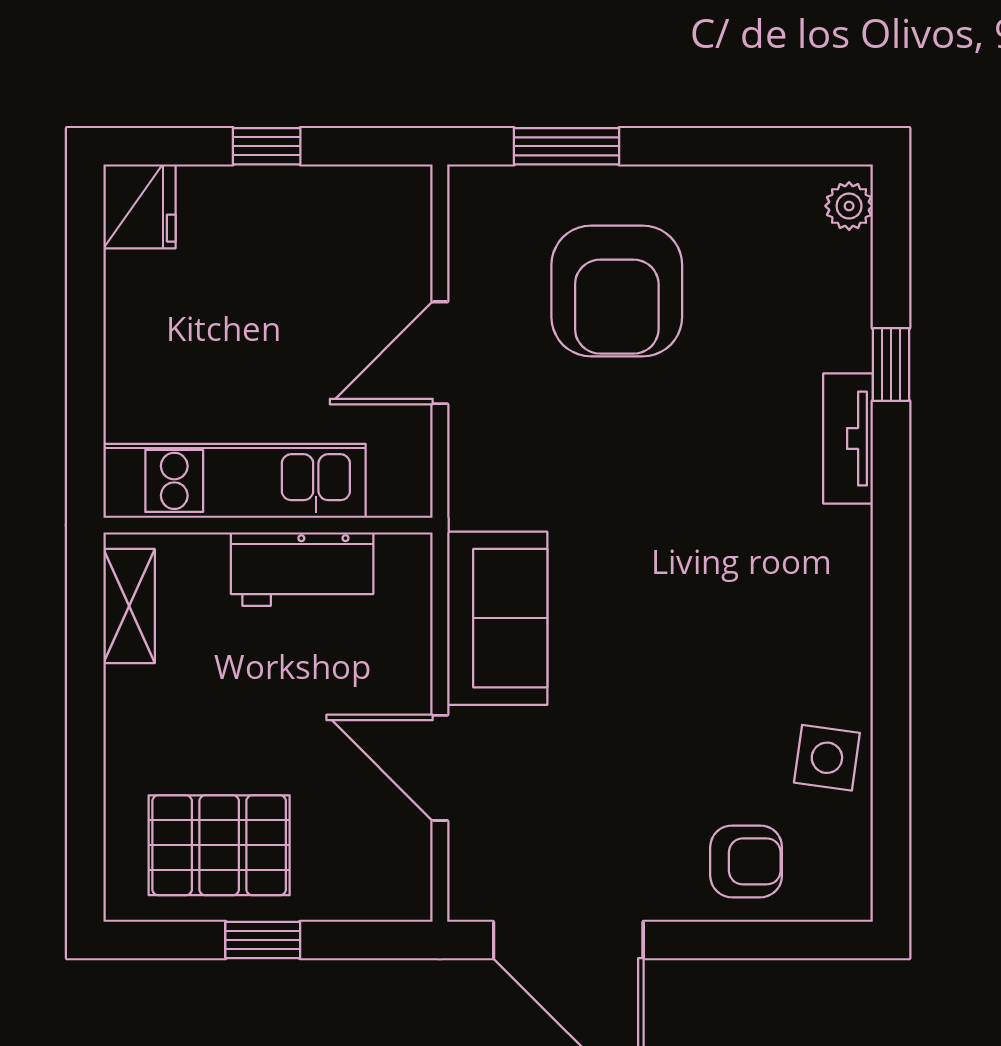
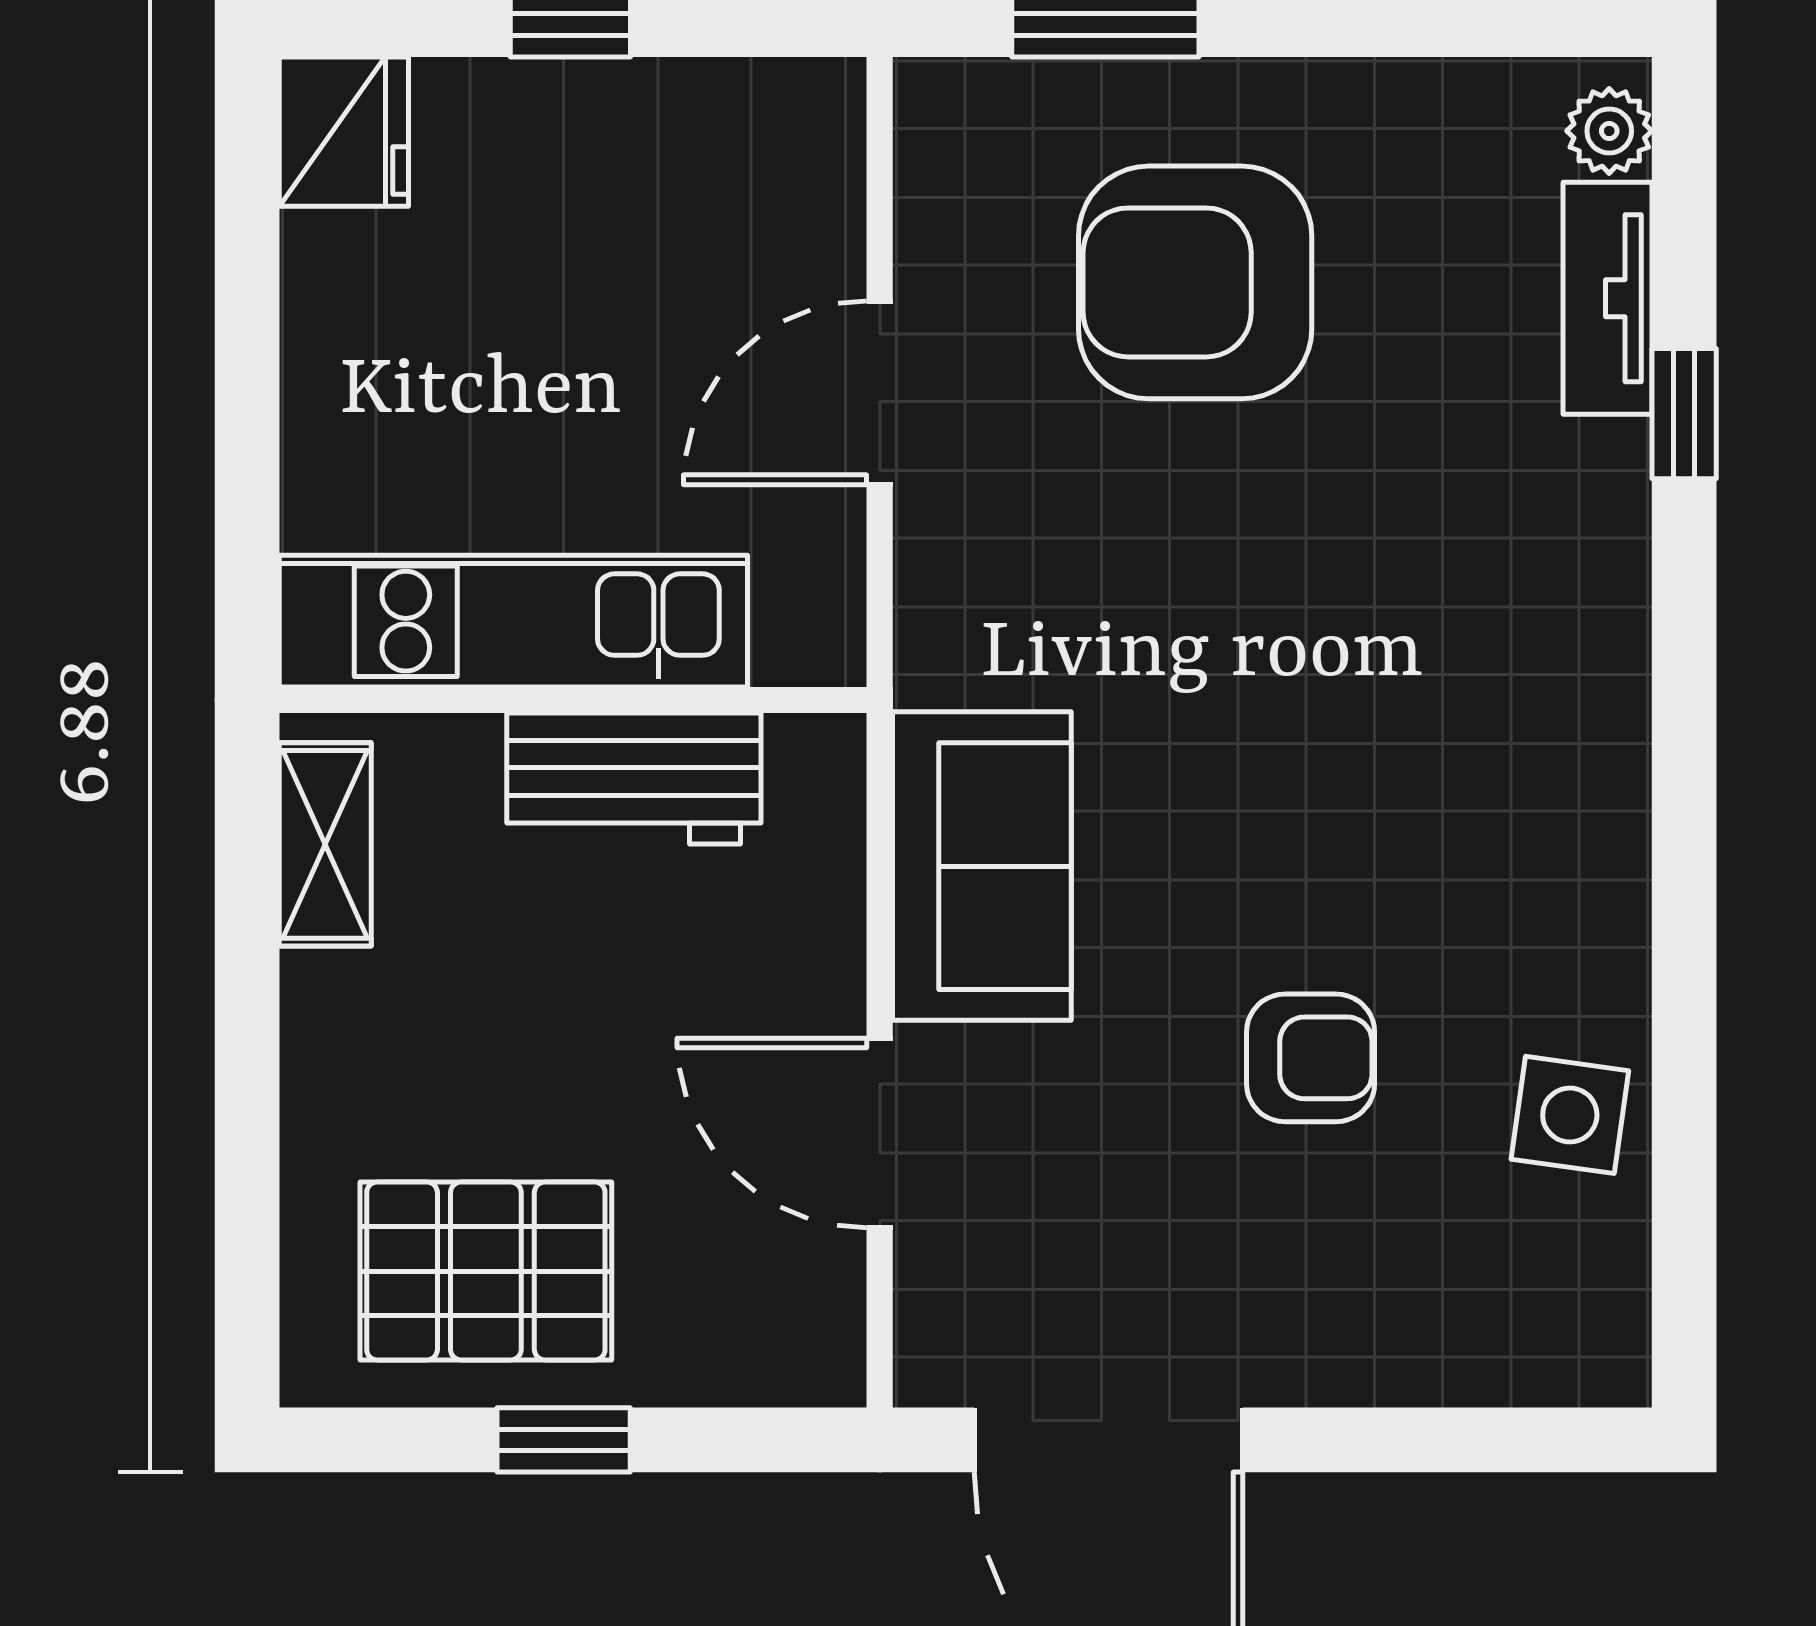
armchair: (617, 291) -> (1195, 282), turned 90
tv unit: (848, 439) -> (1607, 298), moved
armchair: (746, 861) -> (1311, 1058), moved

